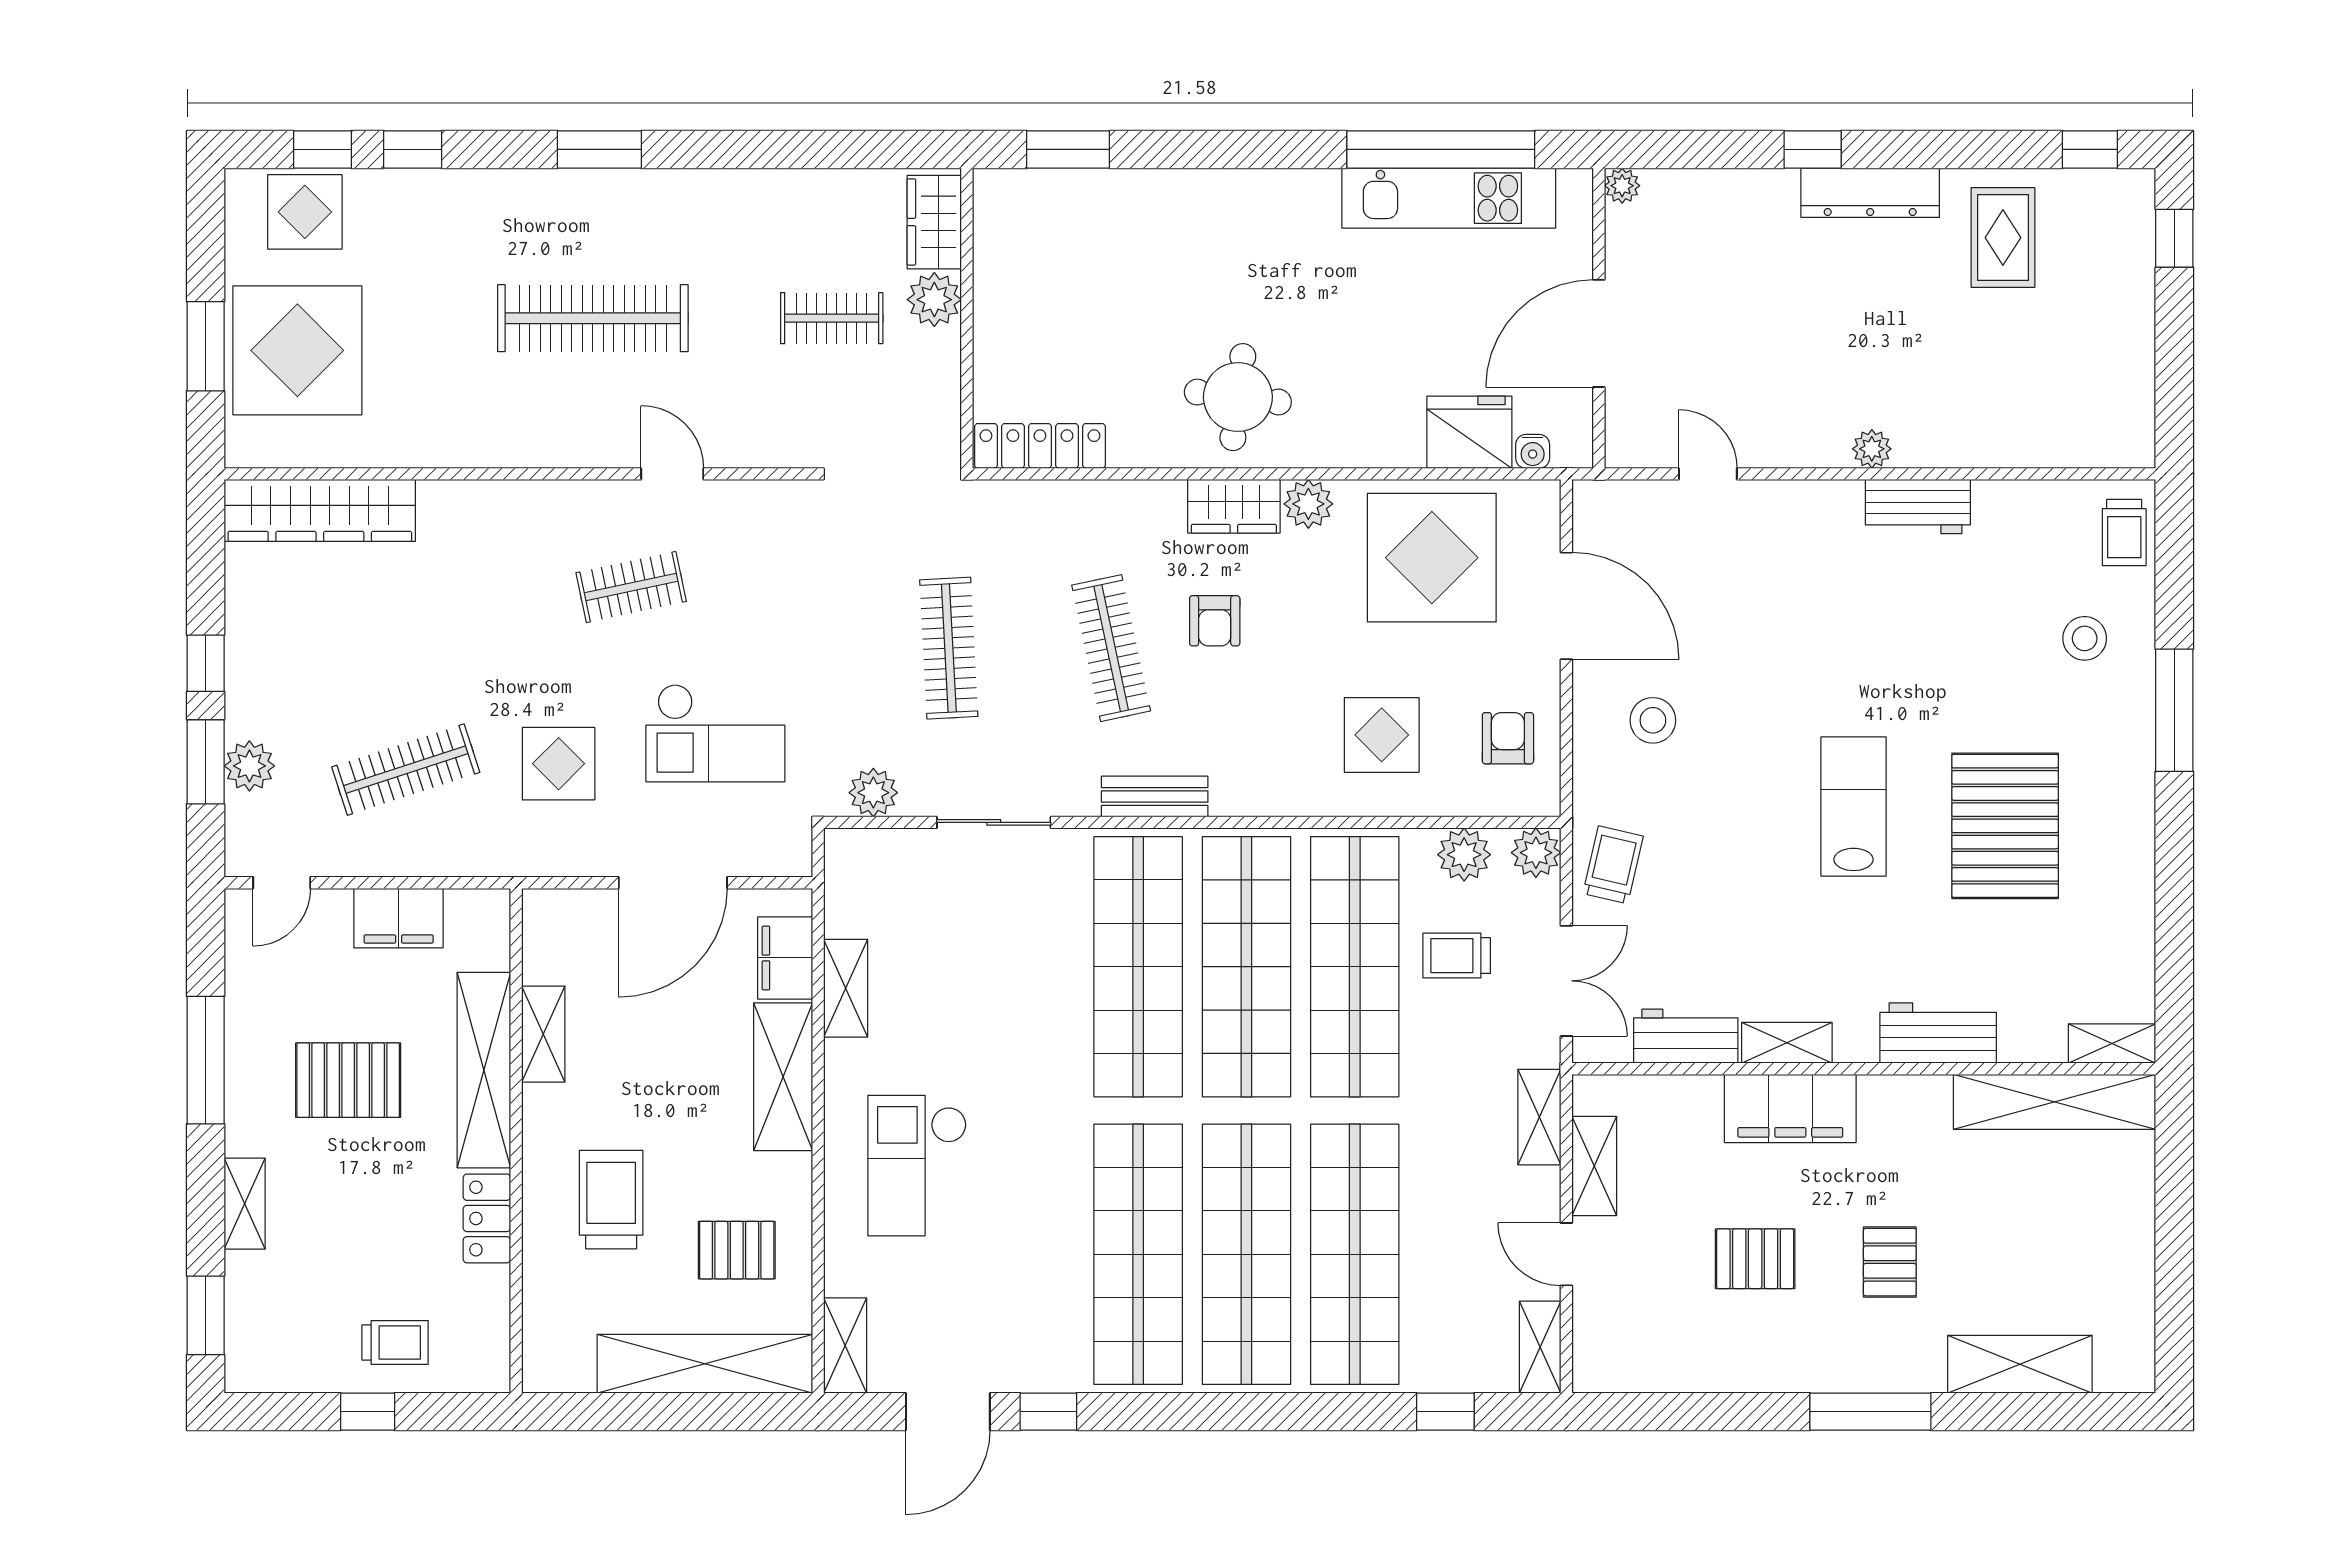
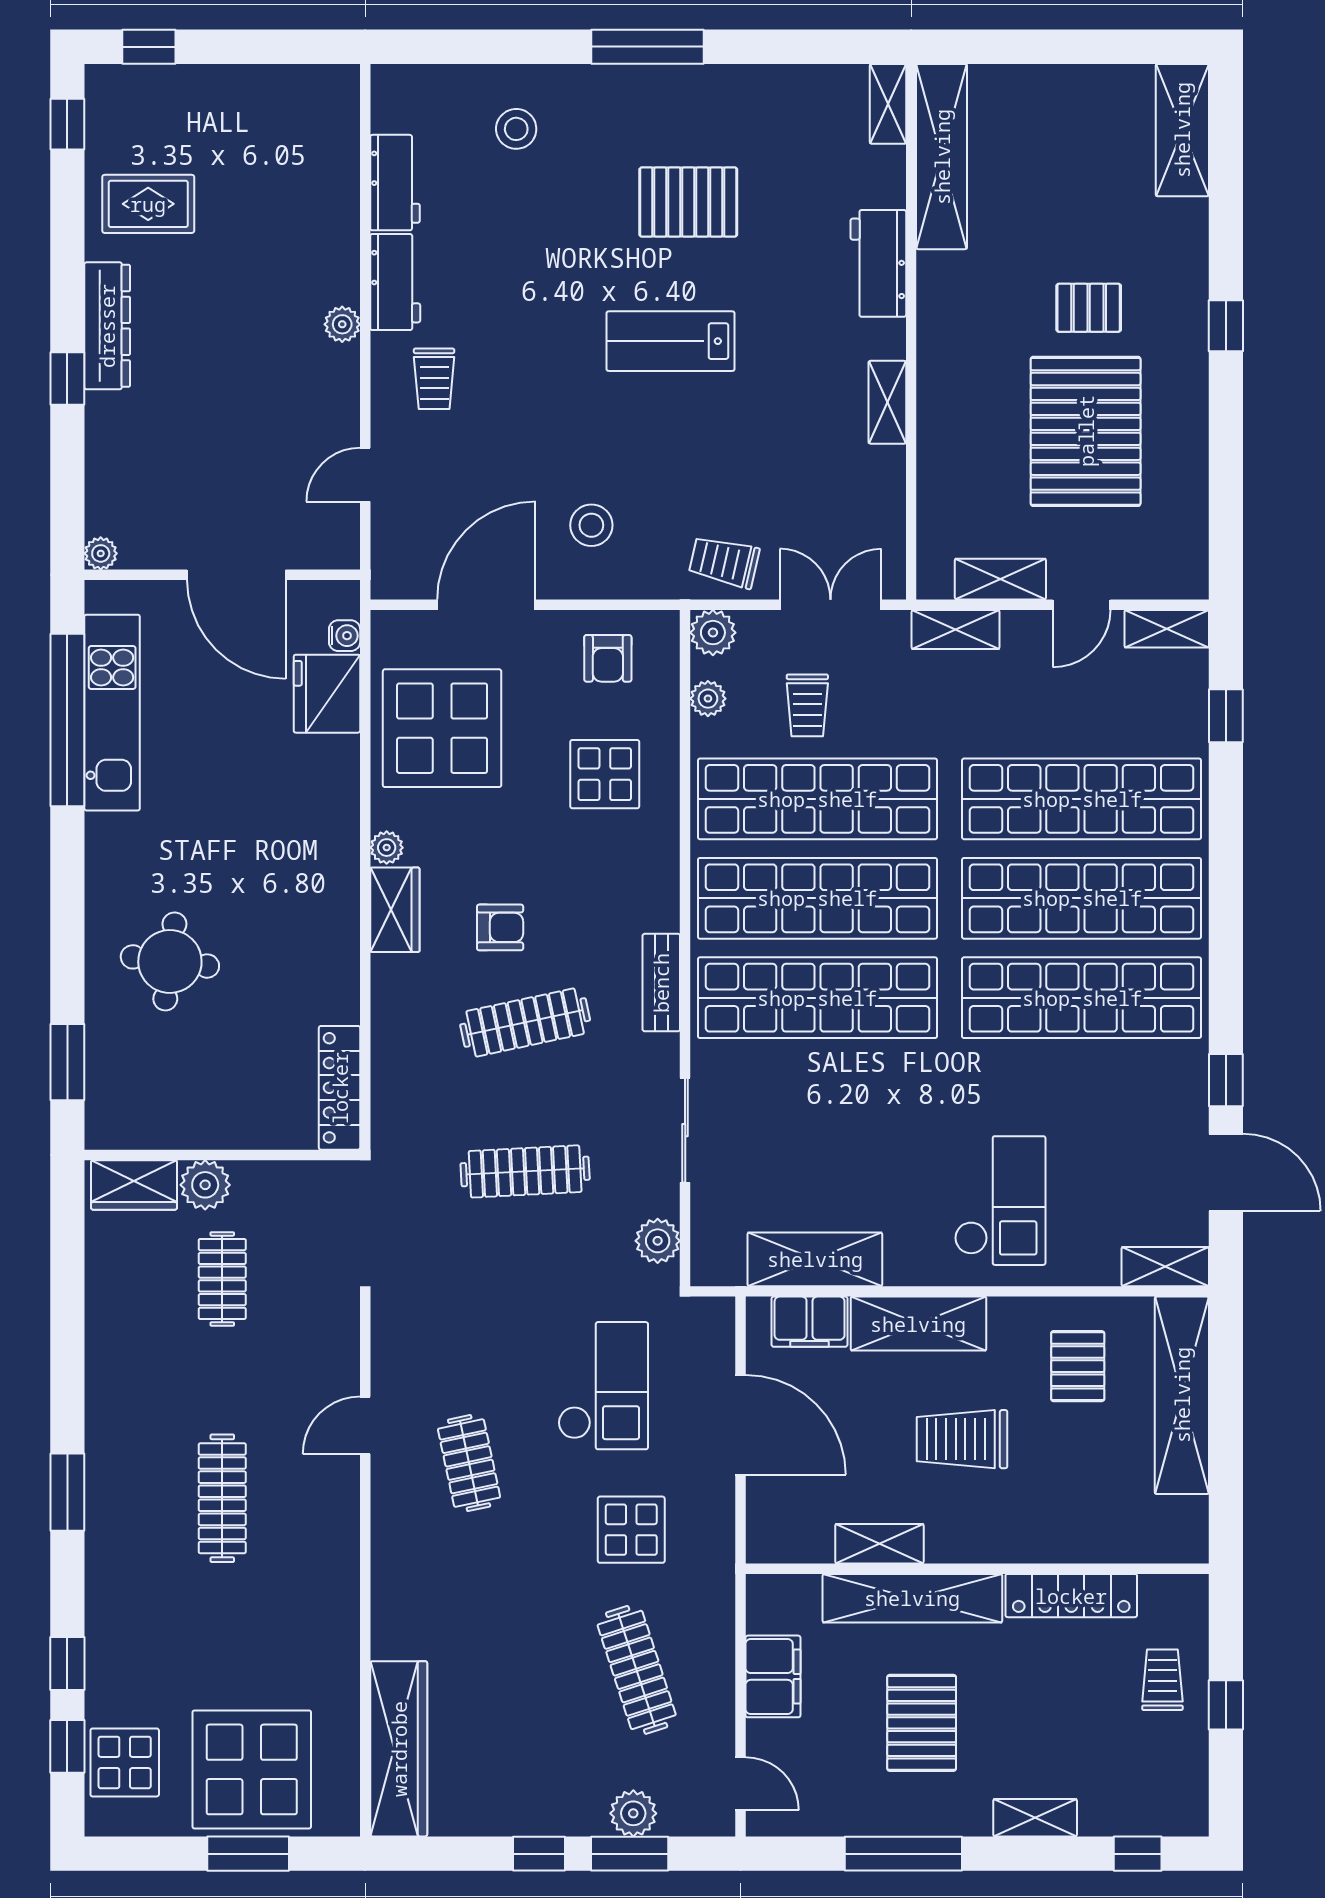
clothes rail: (593, 318) -> (222, 1498), width x0.73, depth x0.76
round table: (1238, 397) -> (170, 961), moved
plant: (1308, 504) -> (387, 848), width x0.73, depth x0.73
trolley: (2124, 533) -> (434, 379), moved, turned 90
window: (2174, 710) -> (648, 47), moved
armchair: (1508, 738) -> (608, 658), turned -90
pallet: (2005, 826) -> (688, 202), width x0.73, depth x0.71
plant: (1464, 855) -> (708, 699), width x0.73, depth x0.73
shelving: (846, 988) -> (815, 1259), width x1.50, depth x1.33
workbench: (1686, 1036) -> (395, 183), moved, turned 180
filing cabinet: (1790, 1108) -> (948, 399), removed
checkout: (917, 1166) -> (1000, 1201), turned -90
trolley: (611, 1200) -> (962, 1439), moved
locker: (487, 1218) -> (1071, 1596), width x1.53
pallet: (1755, 1259) -> (1086, 431), width x2.05, depth x2.00
window: (206, 1315) -> (1138, 1854), width x0.67
shelving: (2020, 1364) -> (1182, 130), moved
window: (1870, 1412) -> (1226, 326), width x0.46

